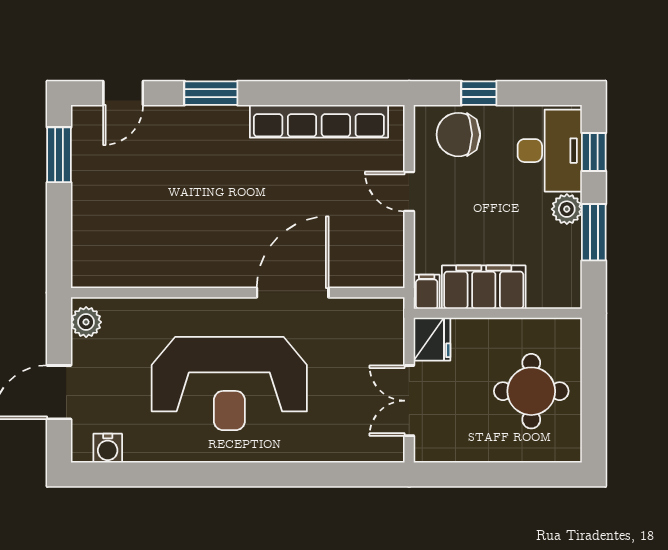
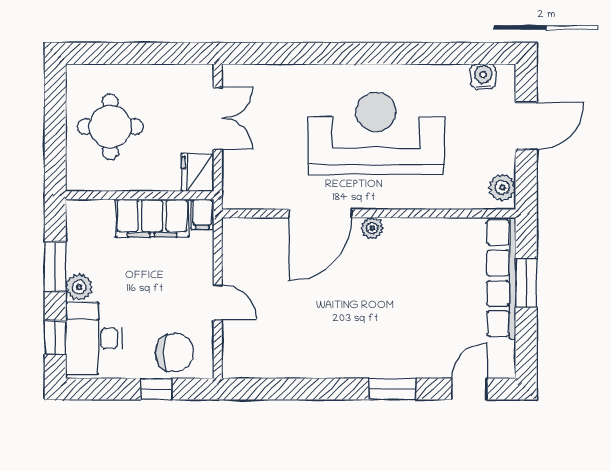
row of seats: (319, 121) -> (501, 278), moved, turned -90
window: (59, 155) -> (526, 283), moved
plant: (234, 276) -> (372, 228), added

